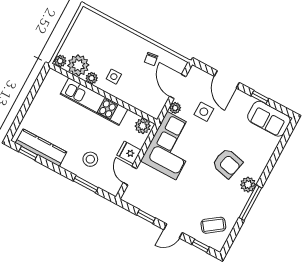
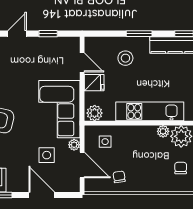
chair: (93, 38) -> (181, 168), added
side table: (114, 77) -> (105, 142), moved
window: (86, 184) -> (139, 34), moved

